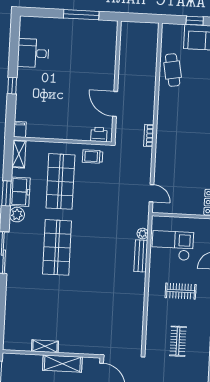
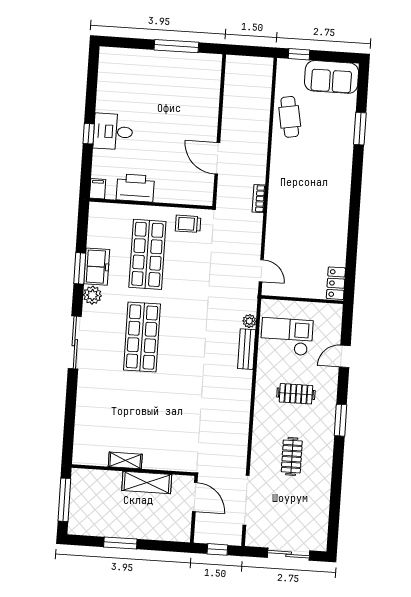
window: (195, 21) -> (299, 54), moved
desk: (33, 53) -> (113, 132), moved
printer: (99, 134) -> (135, 188), moved, width x1.87, depth x1.48
shelving: (19, 154) -> (96, 219), removed

